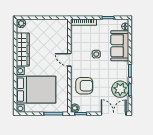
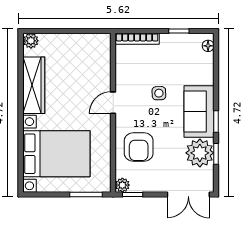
sofa: (120, 46) -> (199, 112), moved
door: (69, 60) -> (113, 103), hinge flipped
armchair: (84, 86) -> (139, 147), turned 90
double door: (114, 114) -> (188, 194), swing flipped

